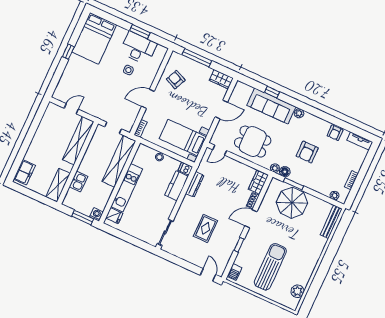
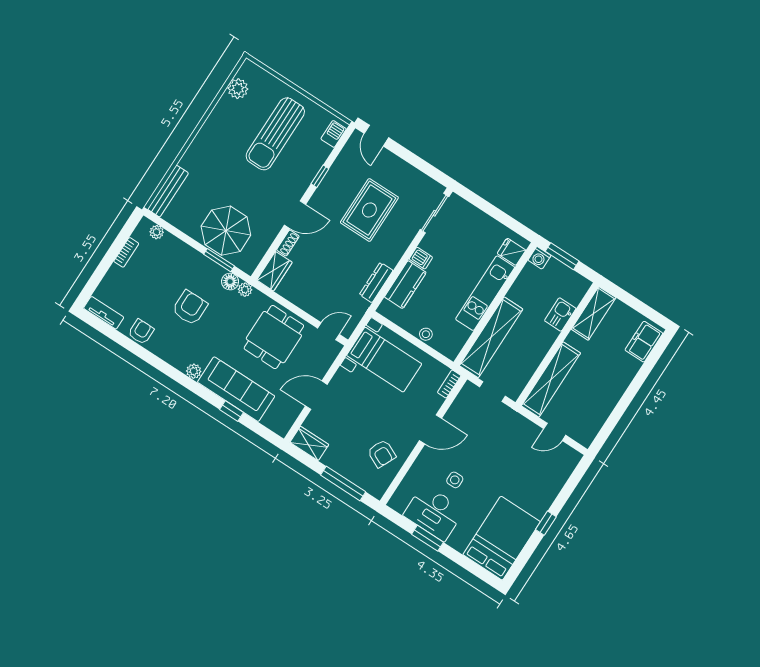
dining table: (253, 142) -> (274, 337), turned 90
dishwasher: (185, 169) -> (421, 258), moved
rug: (205, 228) -> (369, 210), width x1.36, depth x1.43

